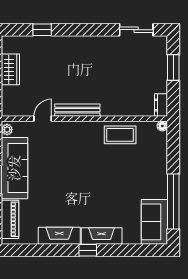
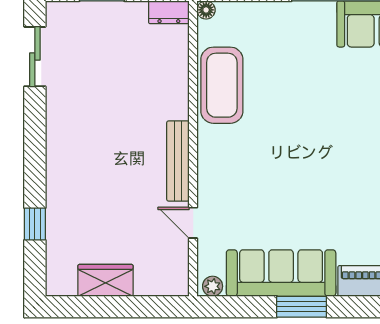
coffee table: (120, 135) -> (222, 85), width x1.36, depth x1.32

